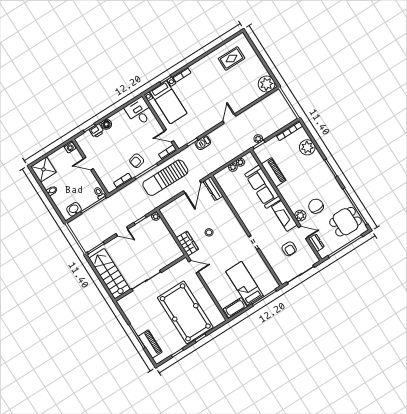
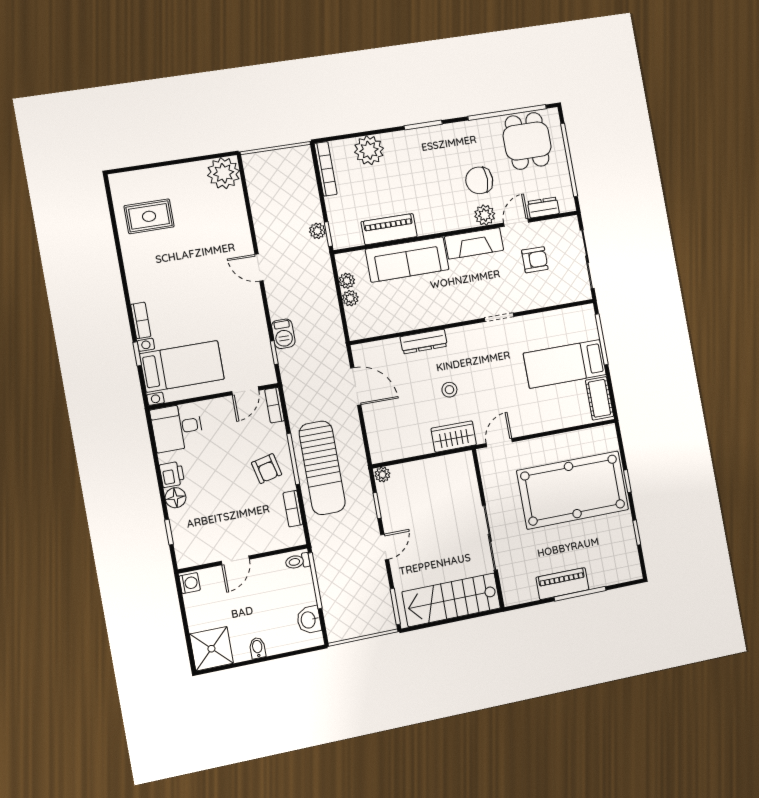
rug: (232, 58) -> (149, 216), turned 90
printer: (97, 131) -> (172, 474), moved
sun lounger: (165, 178) -> (322, 468), moved
dresser: (213, 189) -> (424, 341), moved
piano: (150, 344) -> (562, 584), moved

